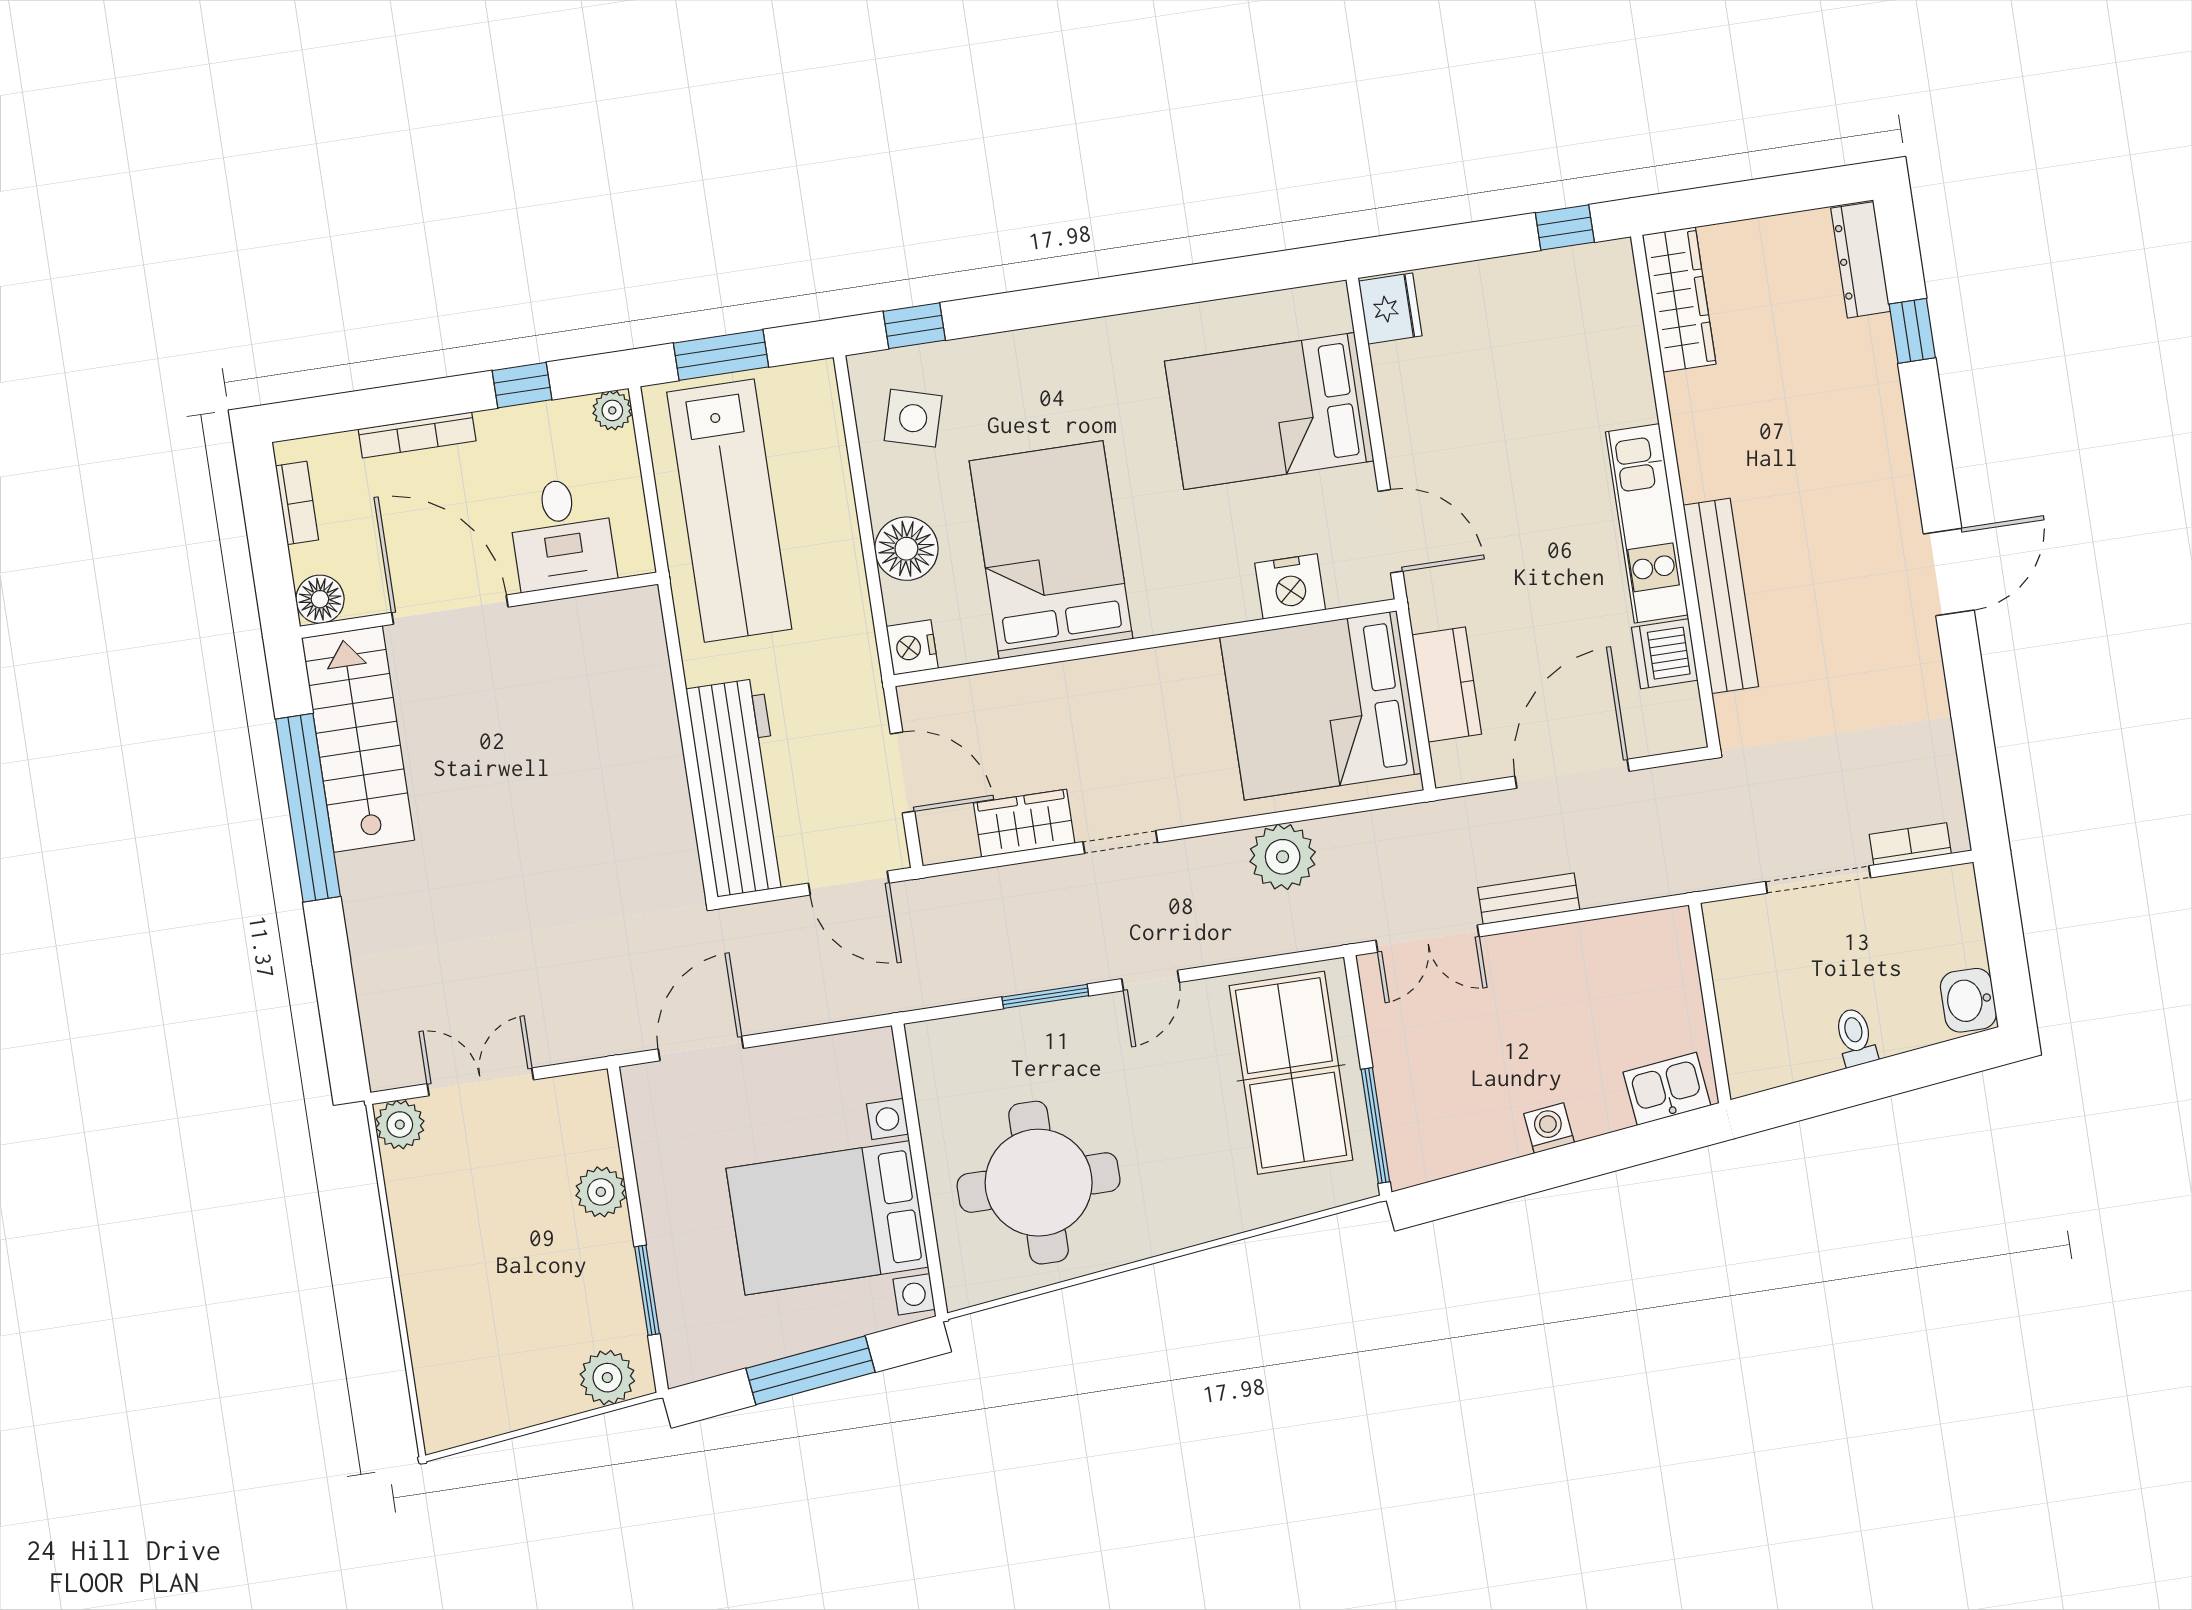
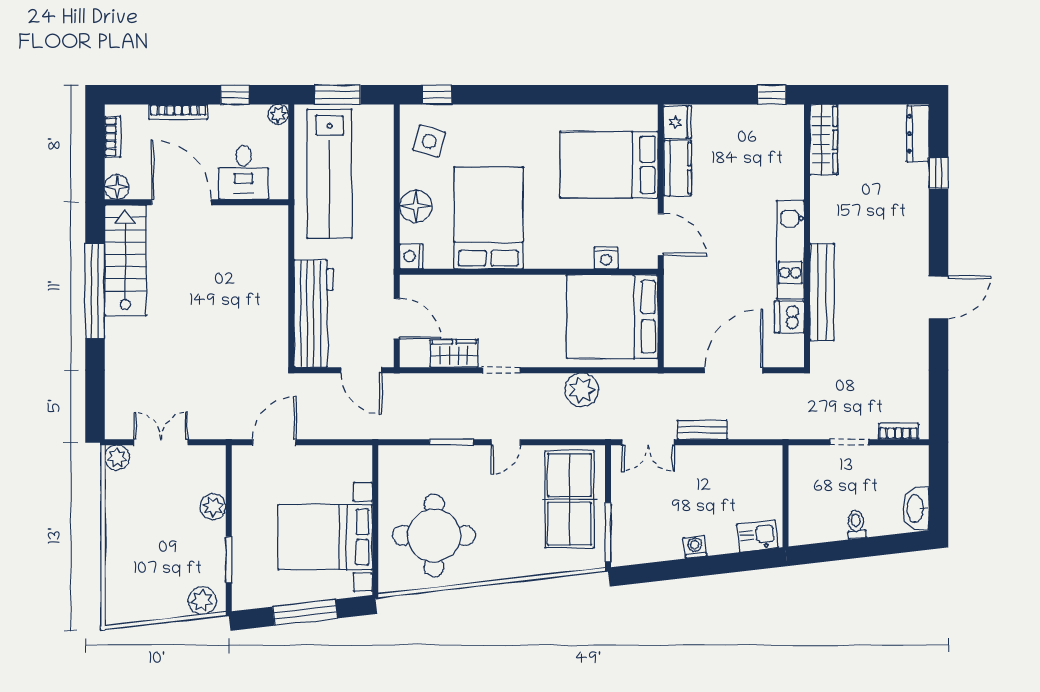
nightstand: (1290, 586) -> (606, 258), width x0.74, depth x0.75
kitchen counter: (1447, 684) -> (677, 168), moved
doorway: (1818, 880) -> (849, 442), width x0.73
washbasin: (1968, 1000) -> (916, 508), width x1.38

